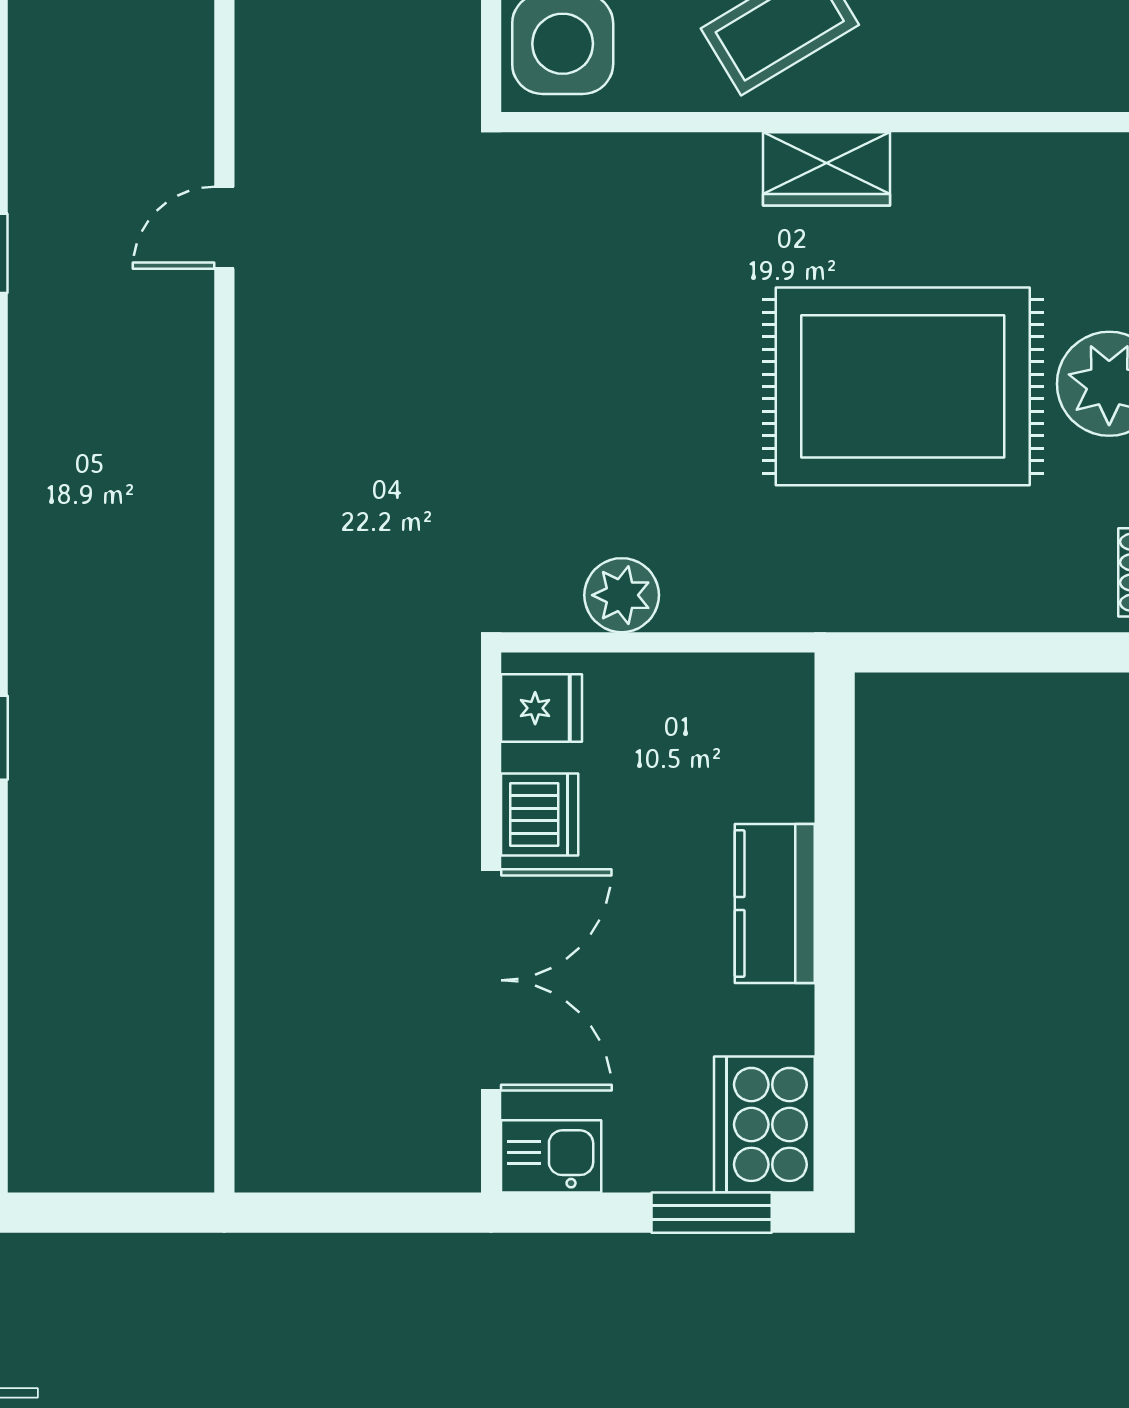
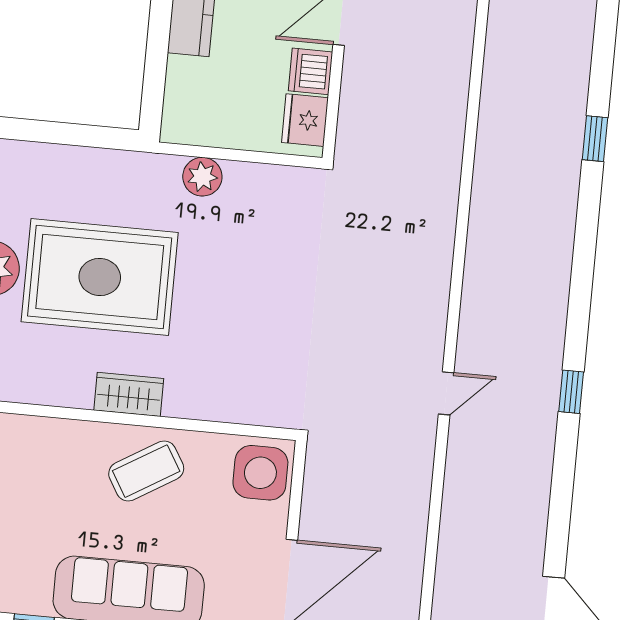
plant: (622, 595) -> (202, 177), moved
fridge: (541, 708) -> (305, 120), width x1.38

